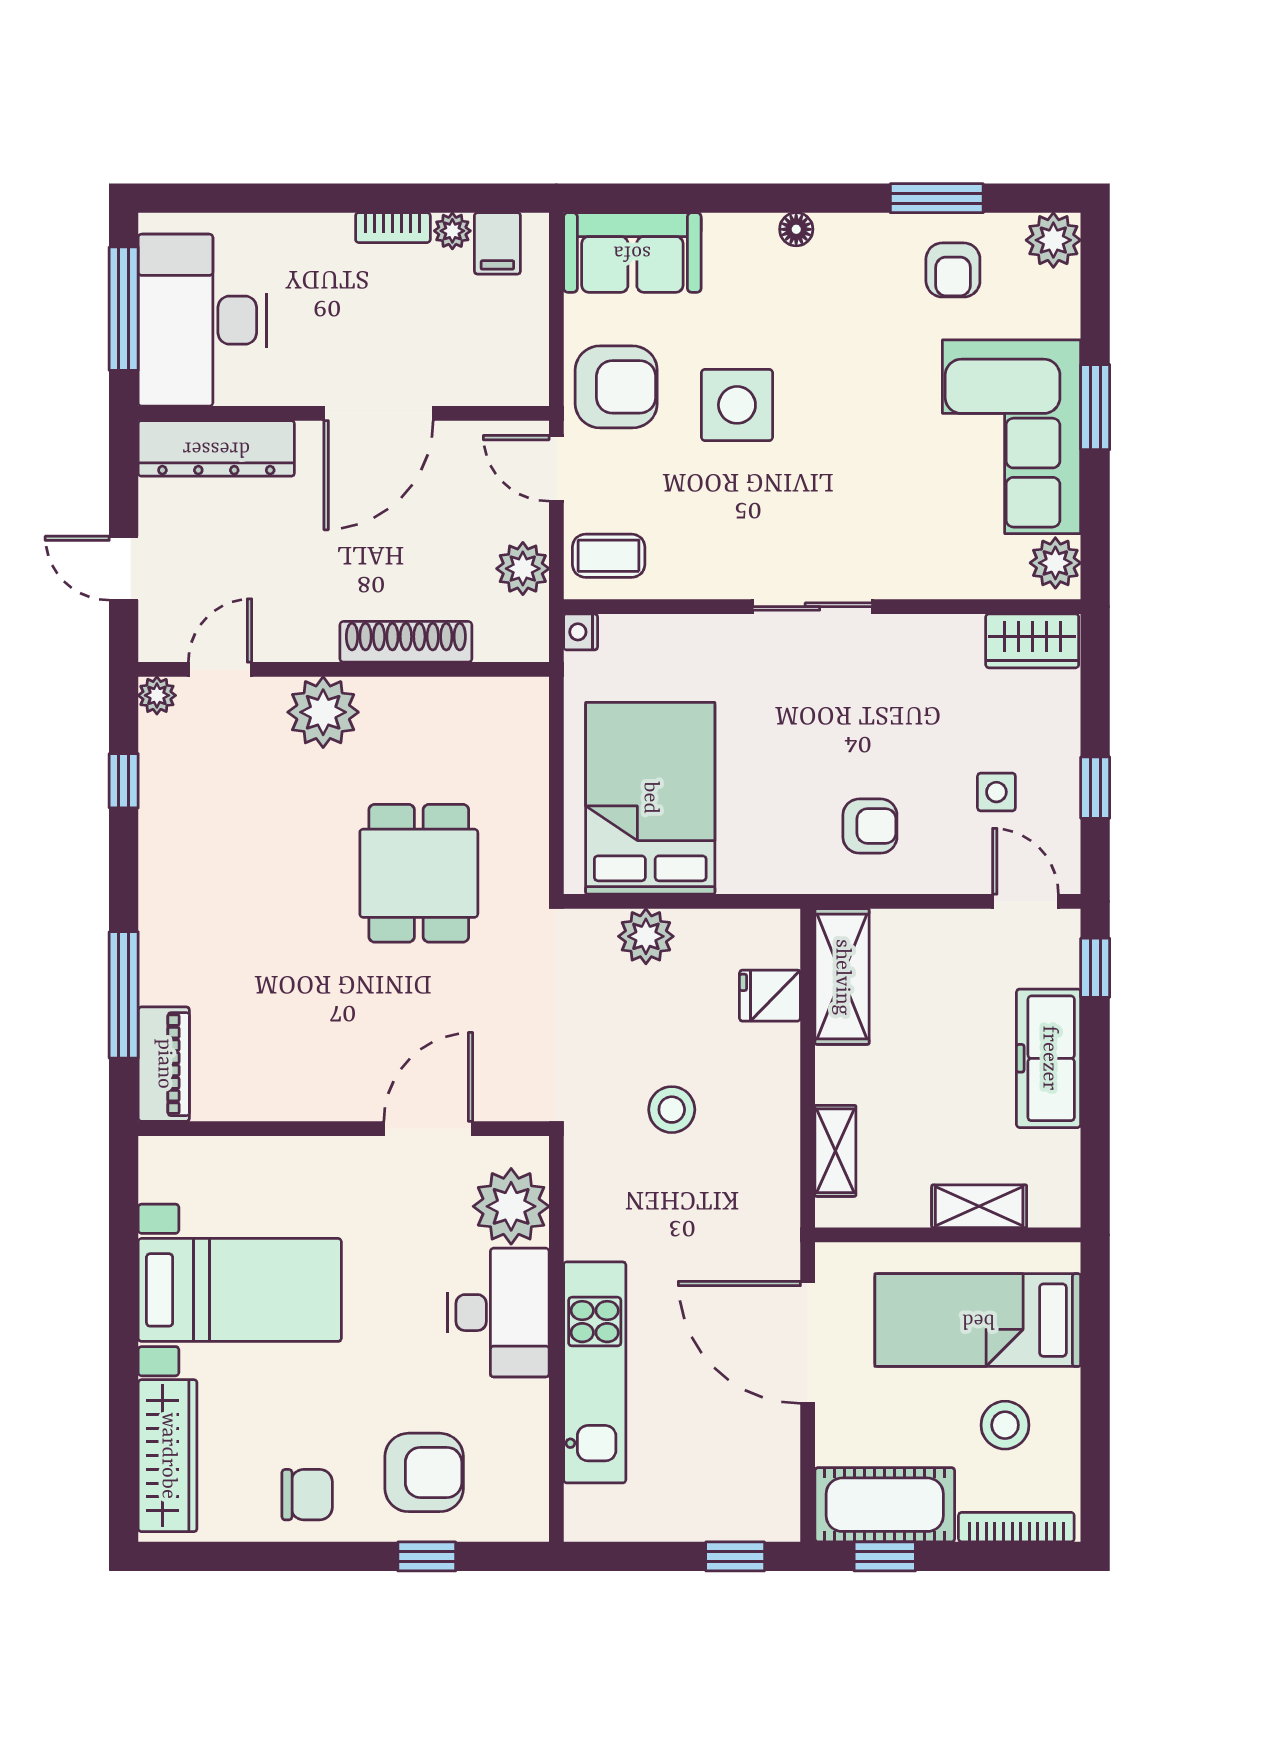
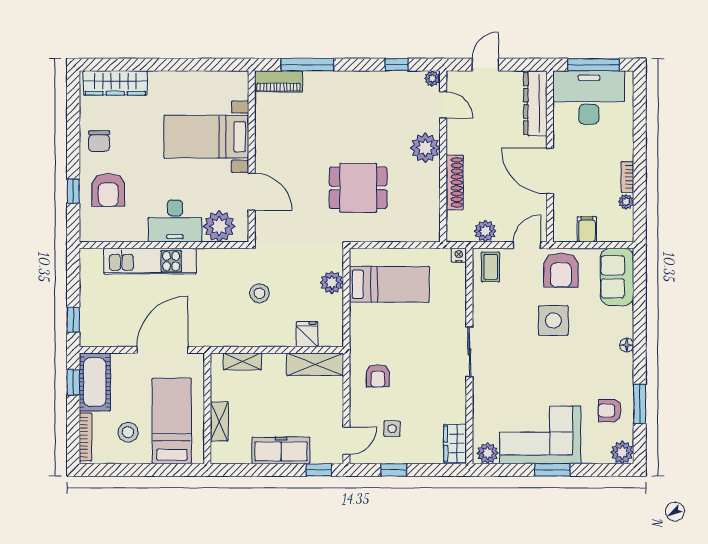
filing cabinet: (497, 243) -> (587, 229), moved, turned 90
bed: (650, 798) -> (389, 284), width x0.67
bed with nightstands: (240, 1290) -> (206, 137), moved, turned 90

